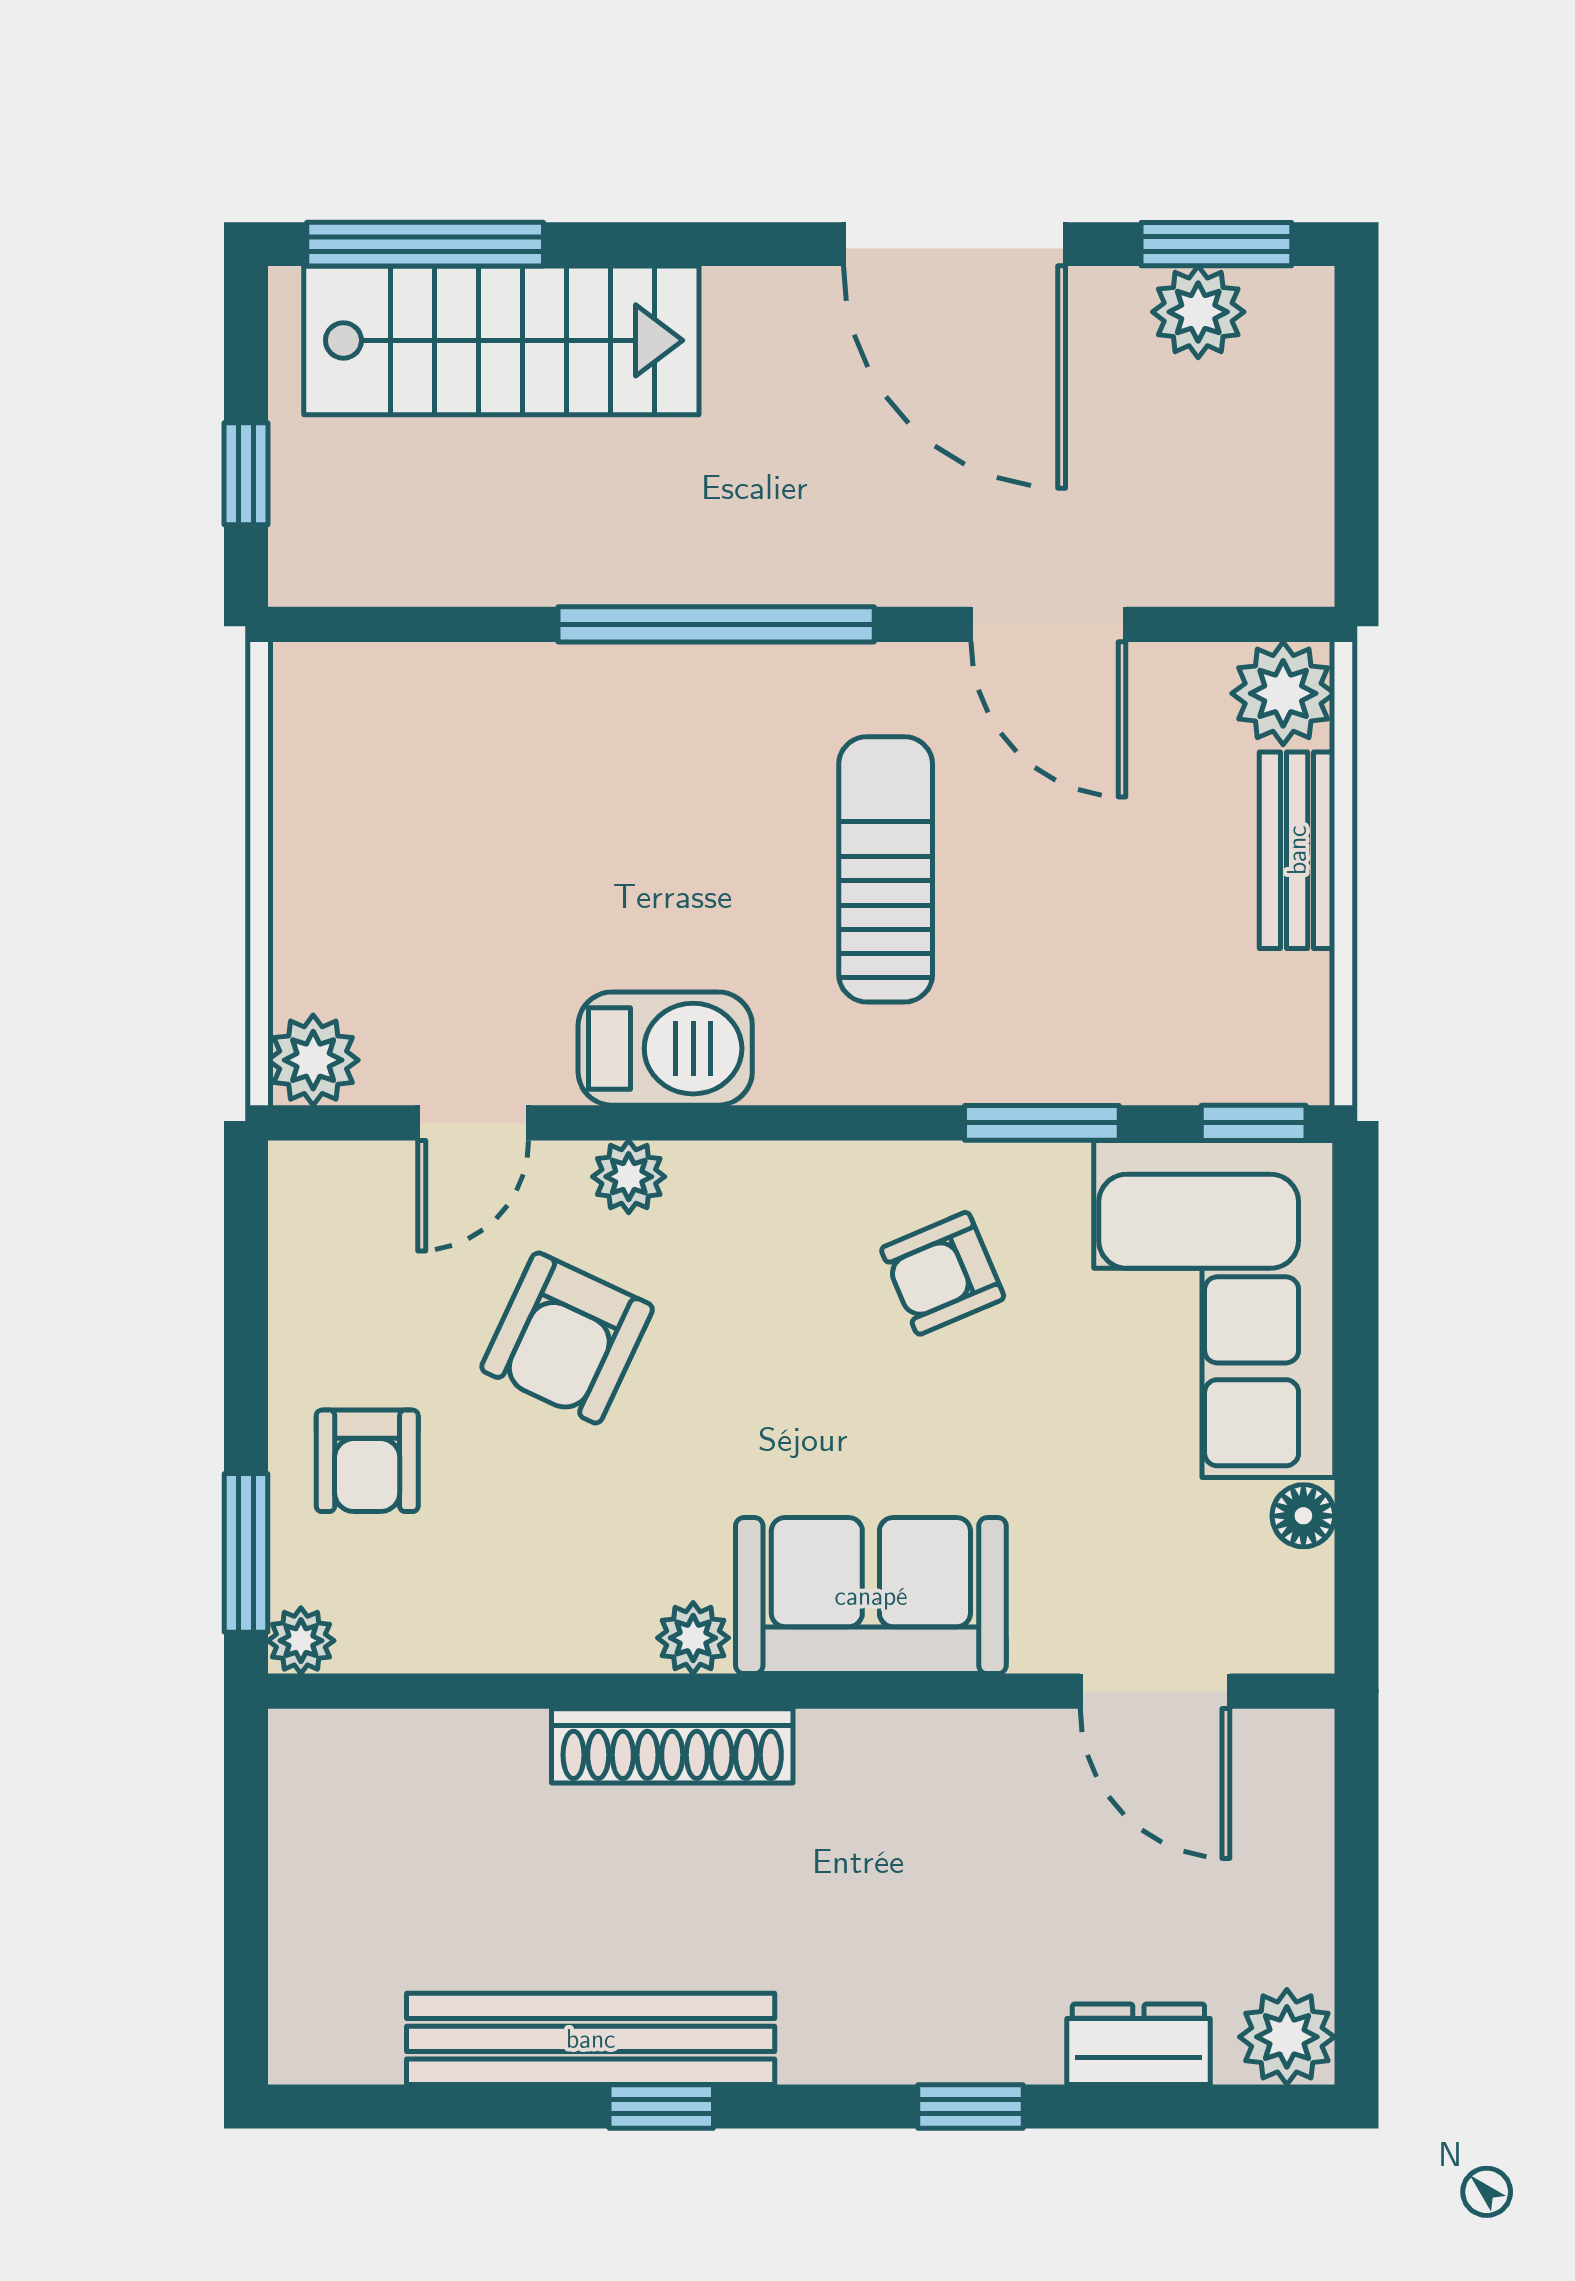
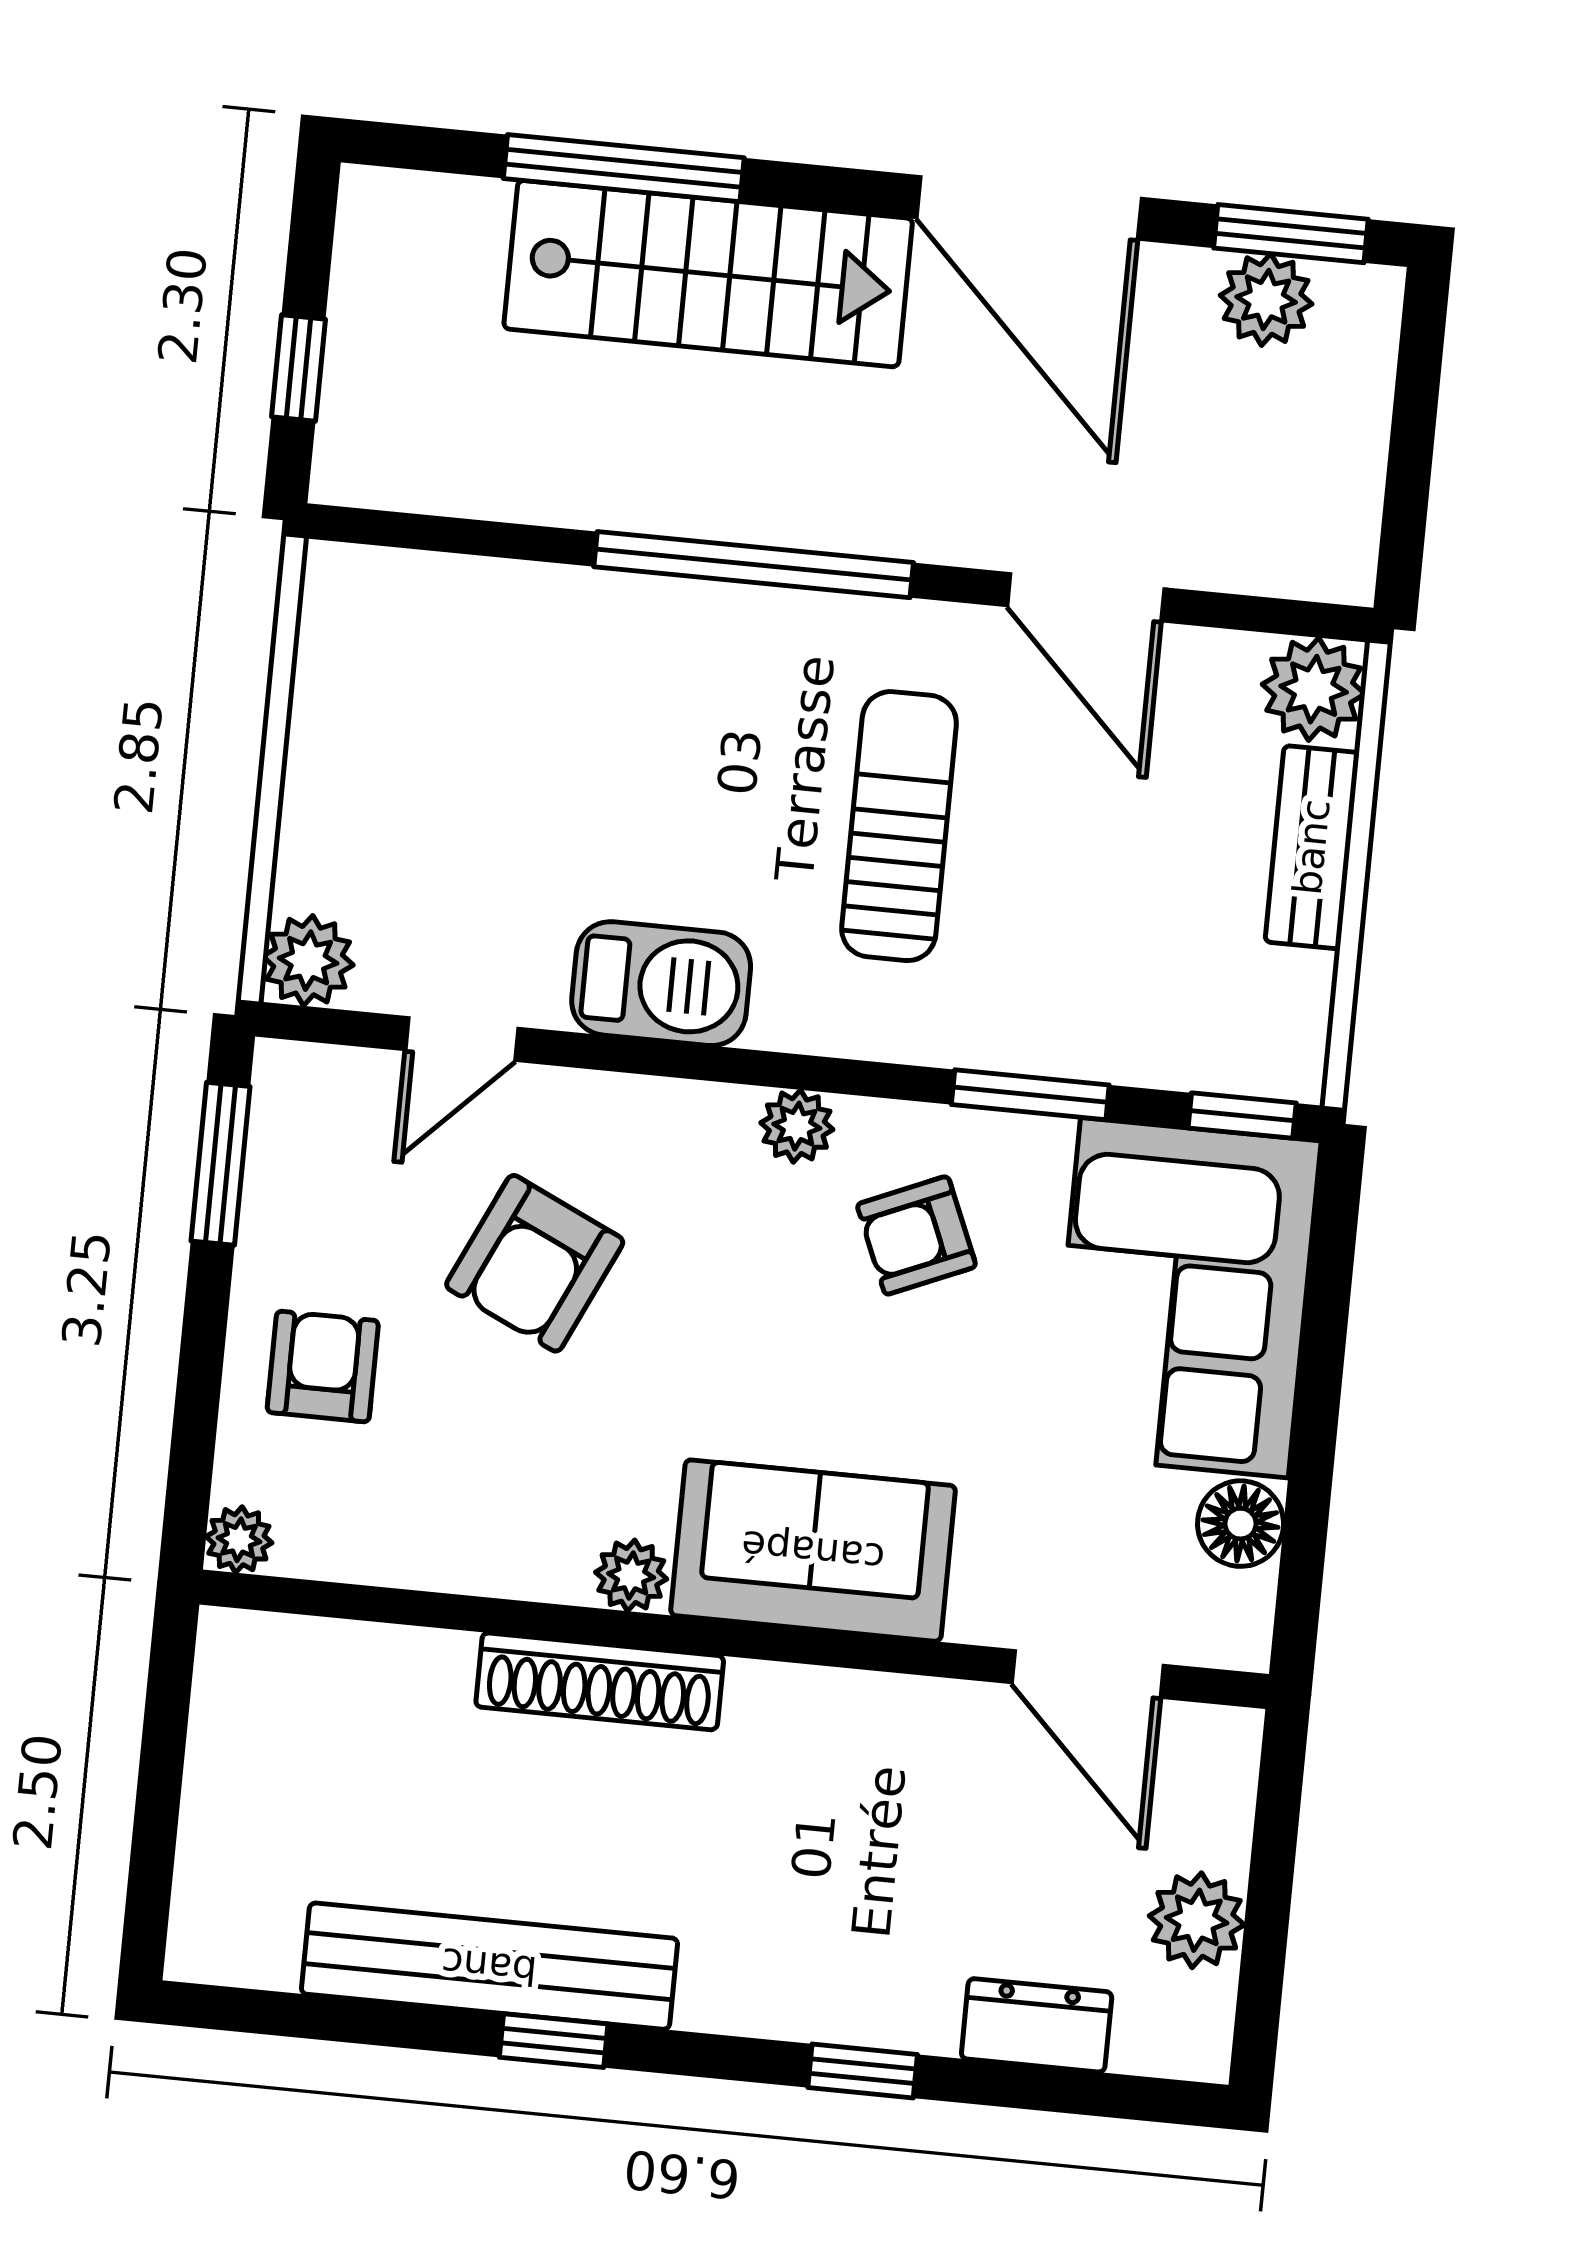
window: (425, 244) -> (624, 168), moved
stairs: (501, 340) -> (708, 274), moved
plant: (629, 1177) -> (797, 1126), moved
armchair: (367, 1461) -> (323, 1366), turned 180
floor lamp: (1303, 1516) -> (1241, 1524), width x1.37, depth x1.37
window: (246, 1553) -> (220, 1164), moved
plant: (1287, 2037) -> (1197, 1920), moved

